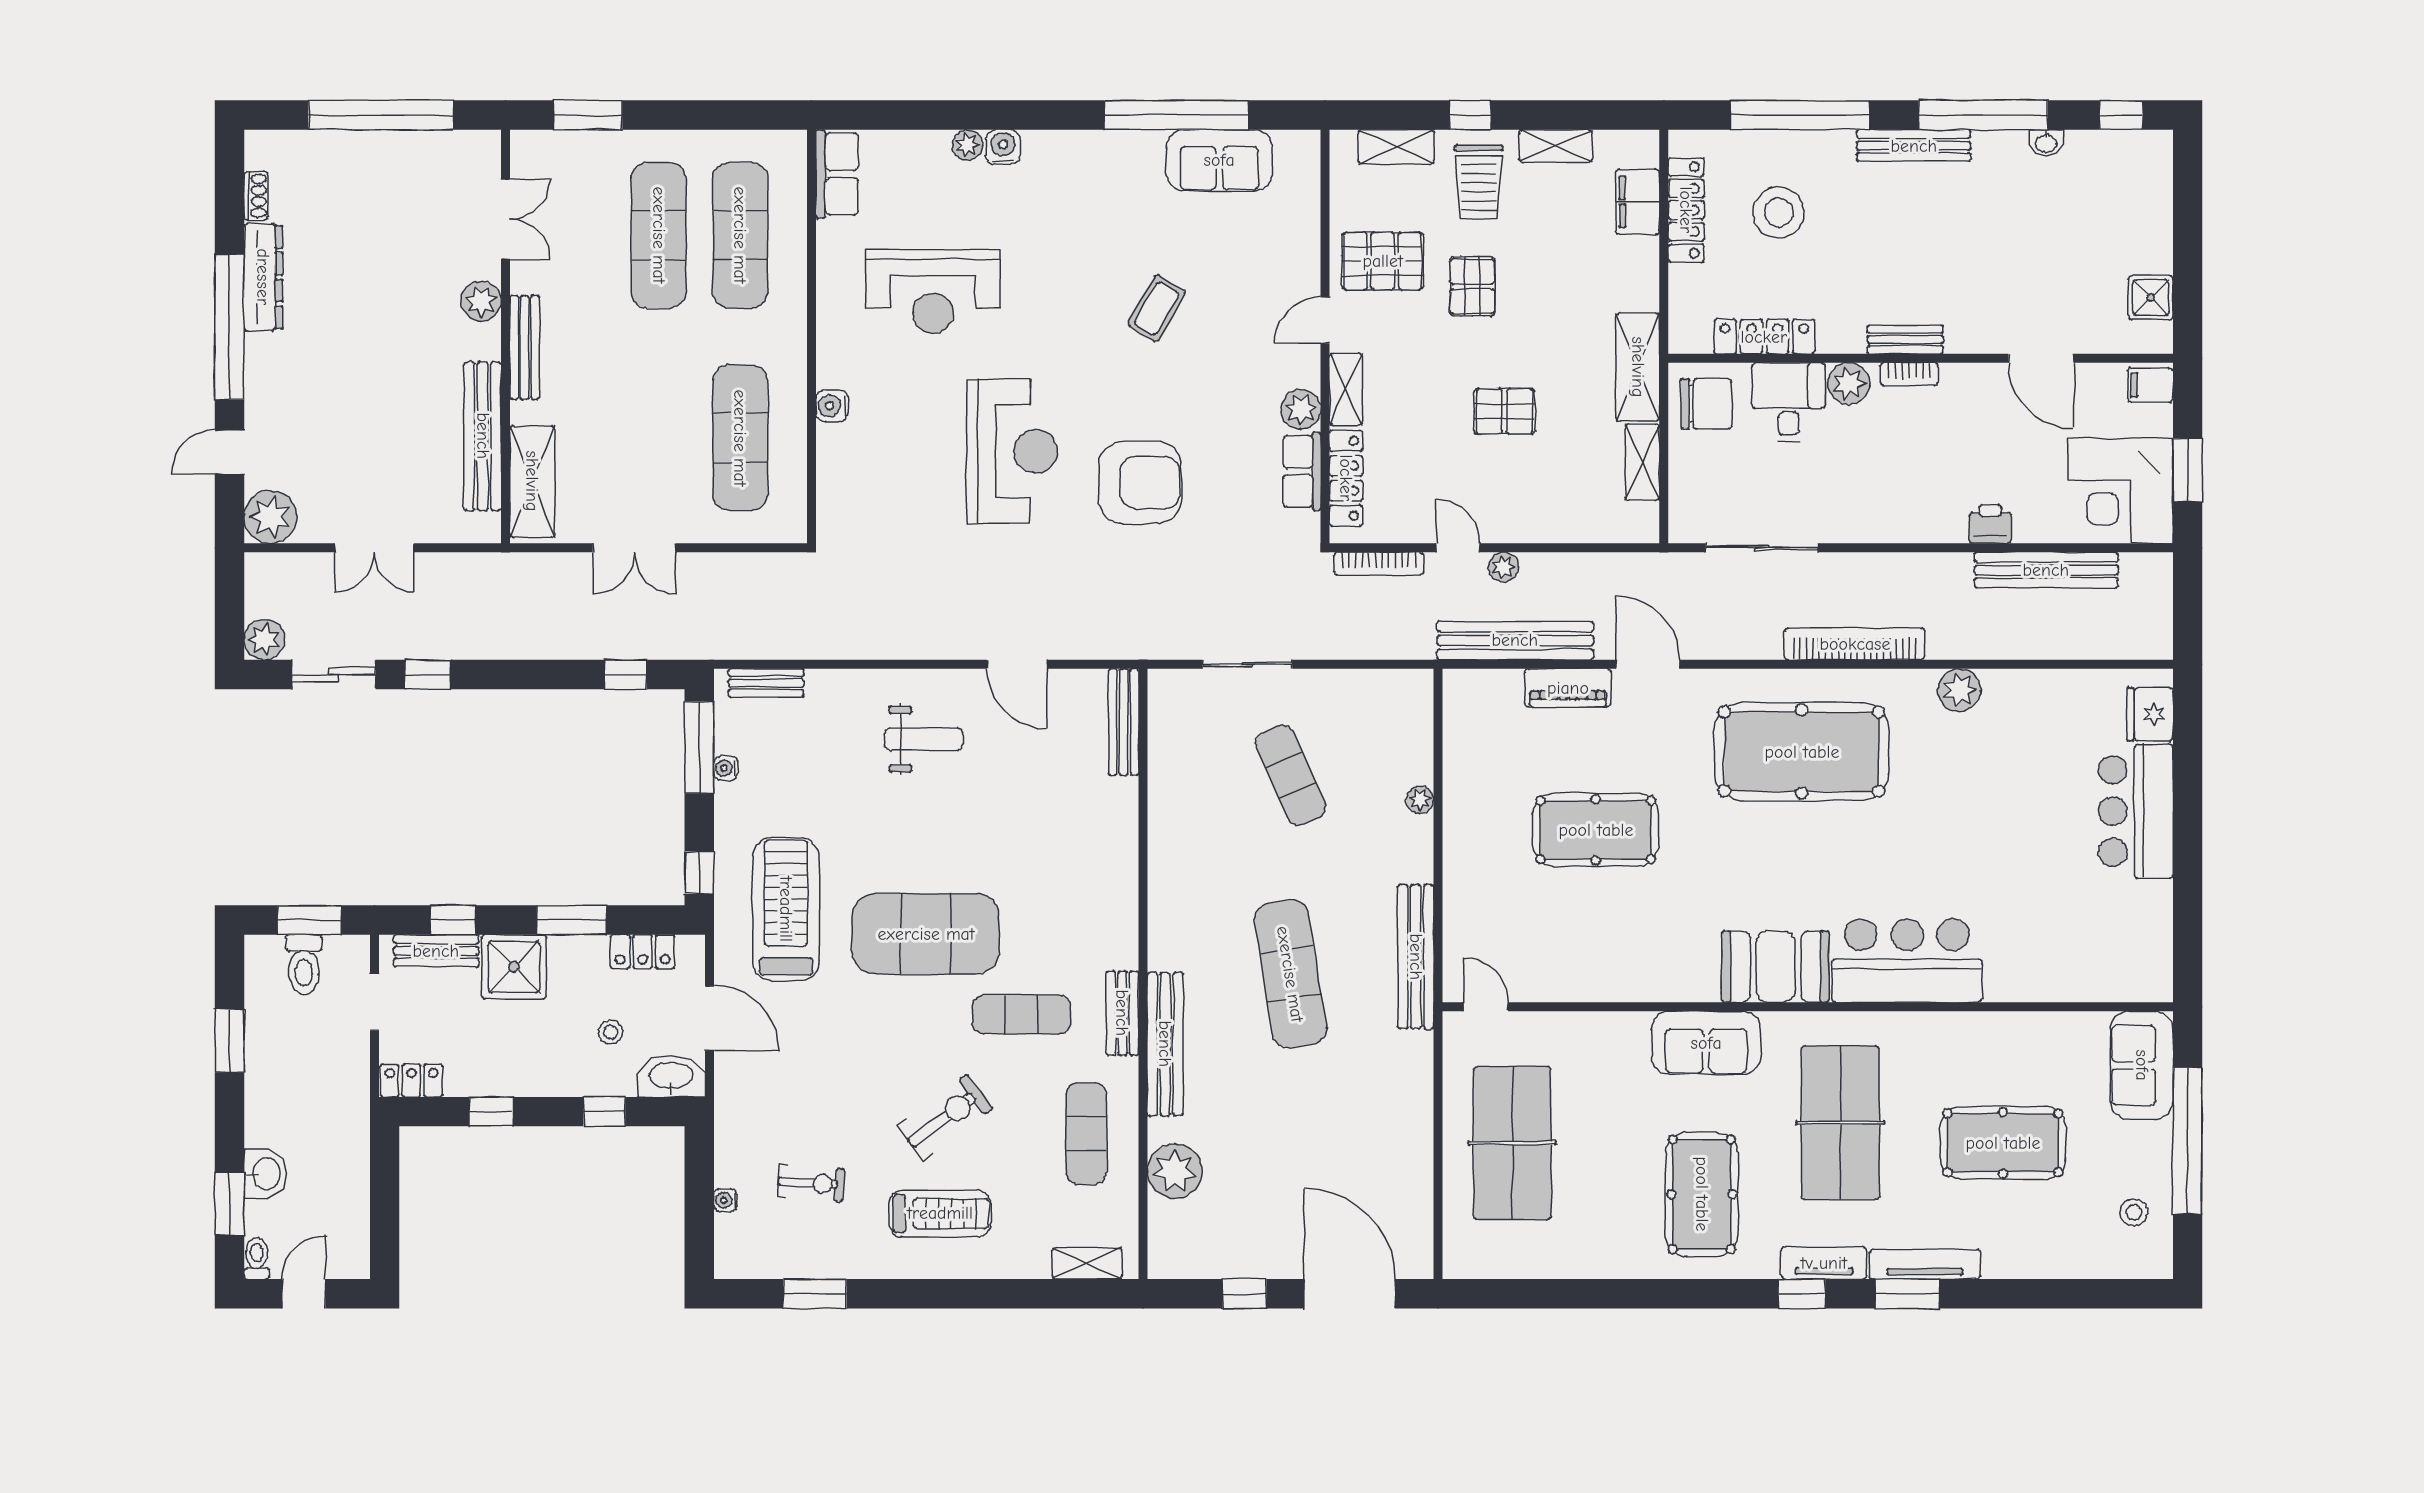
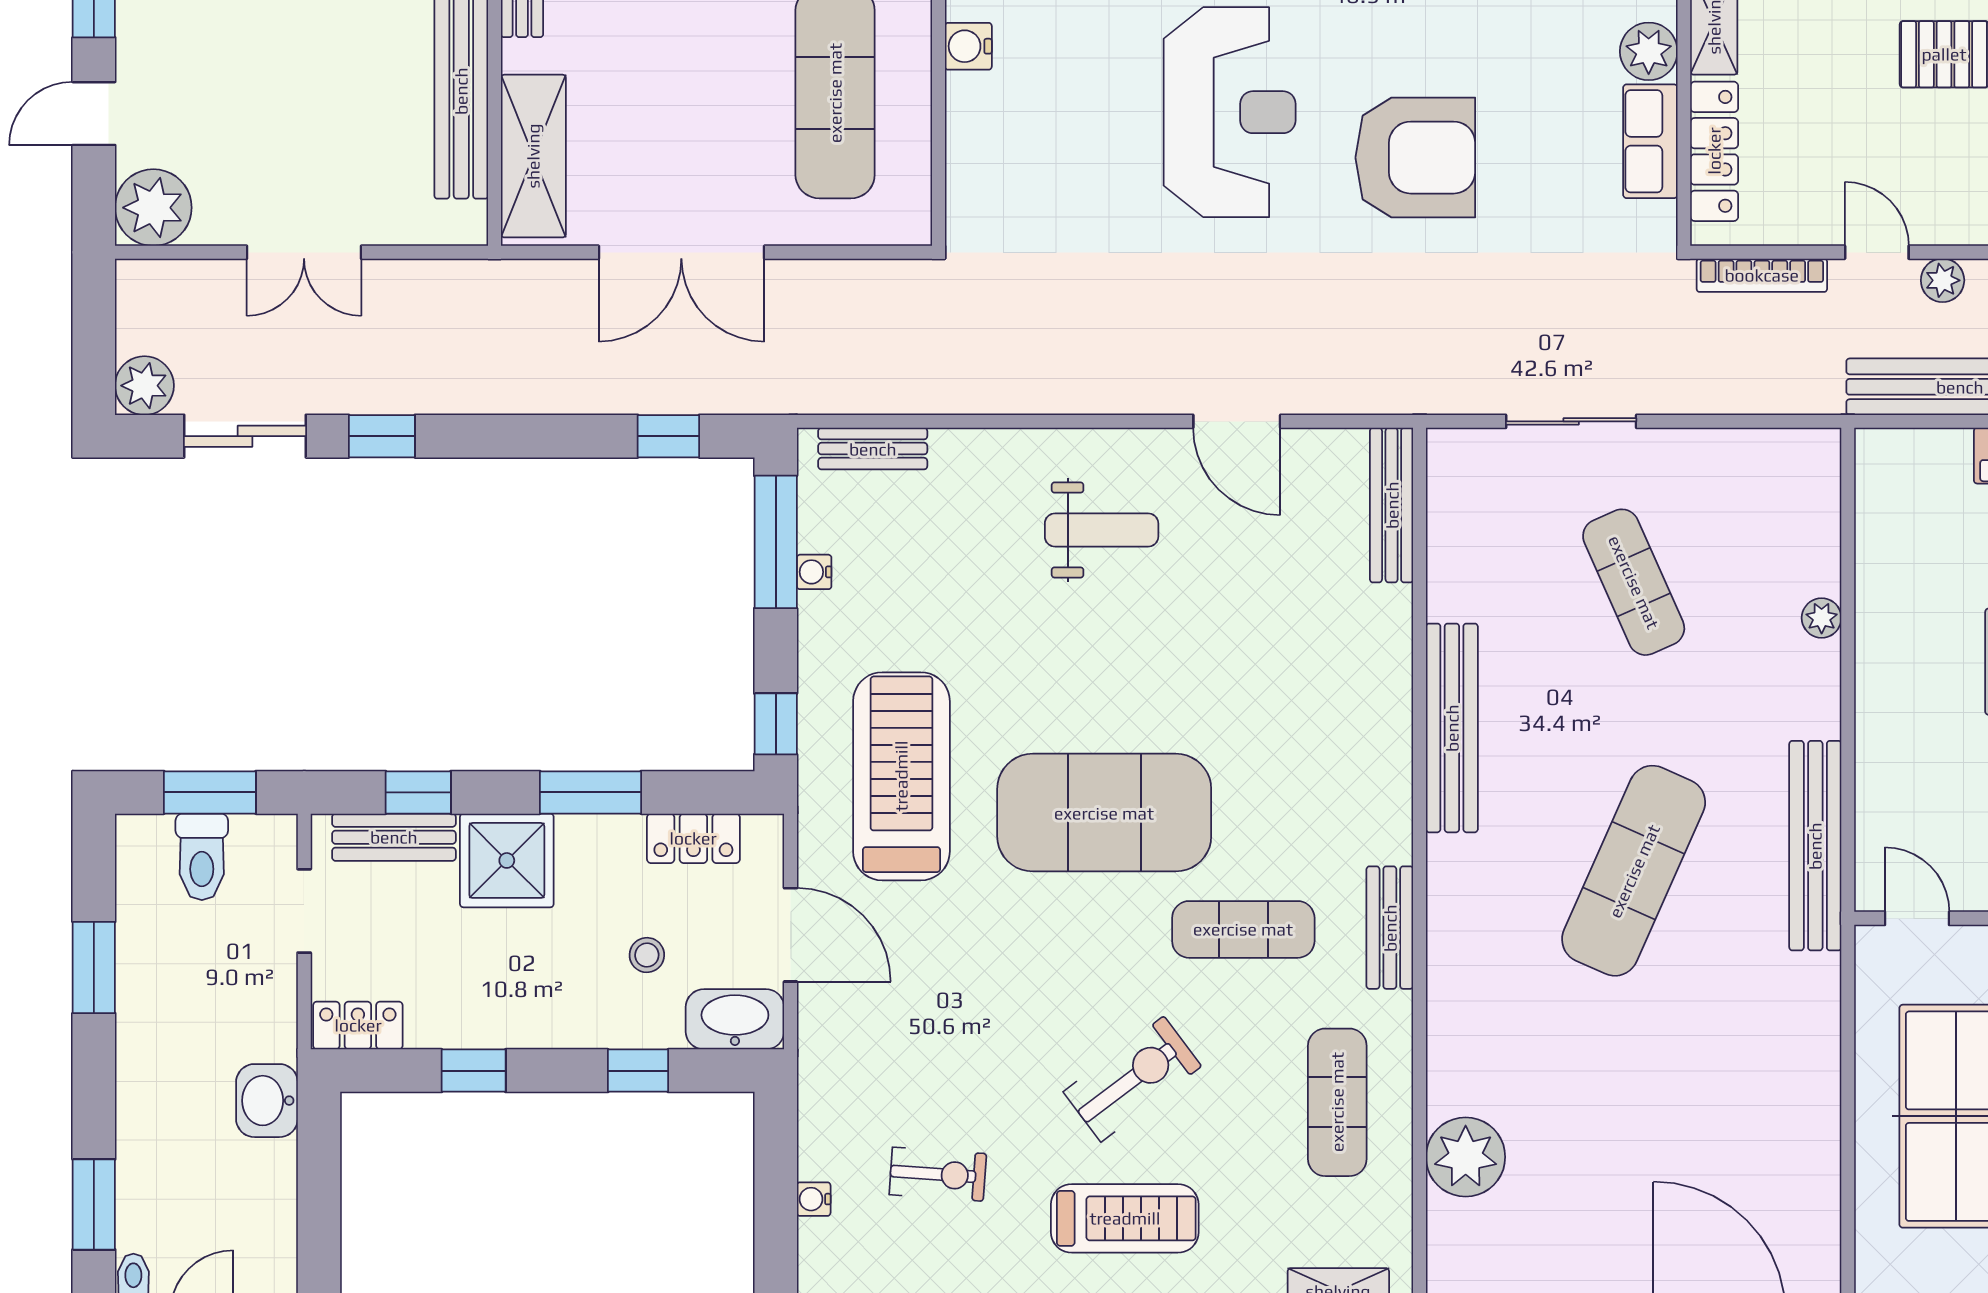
double door: (634, 548) -> (681, 252), width x1.37
exercise mat: (1290, 974) -> (1634, 871), turned 33
bench: (1165, 1044) -> (1452, 728), moved
washbasin: (265, 1174) -> (267, 1101), moved, turned 180

